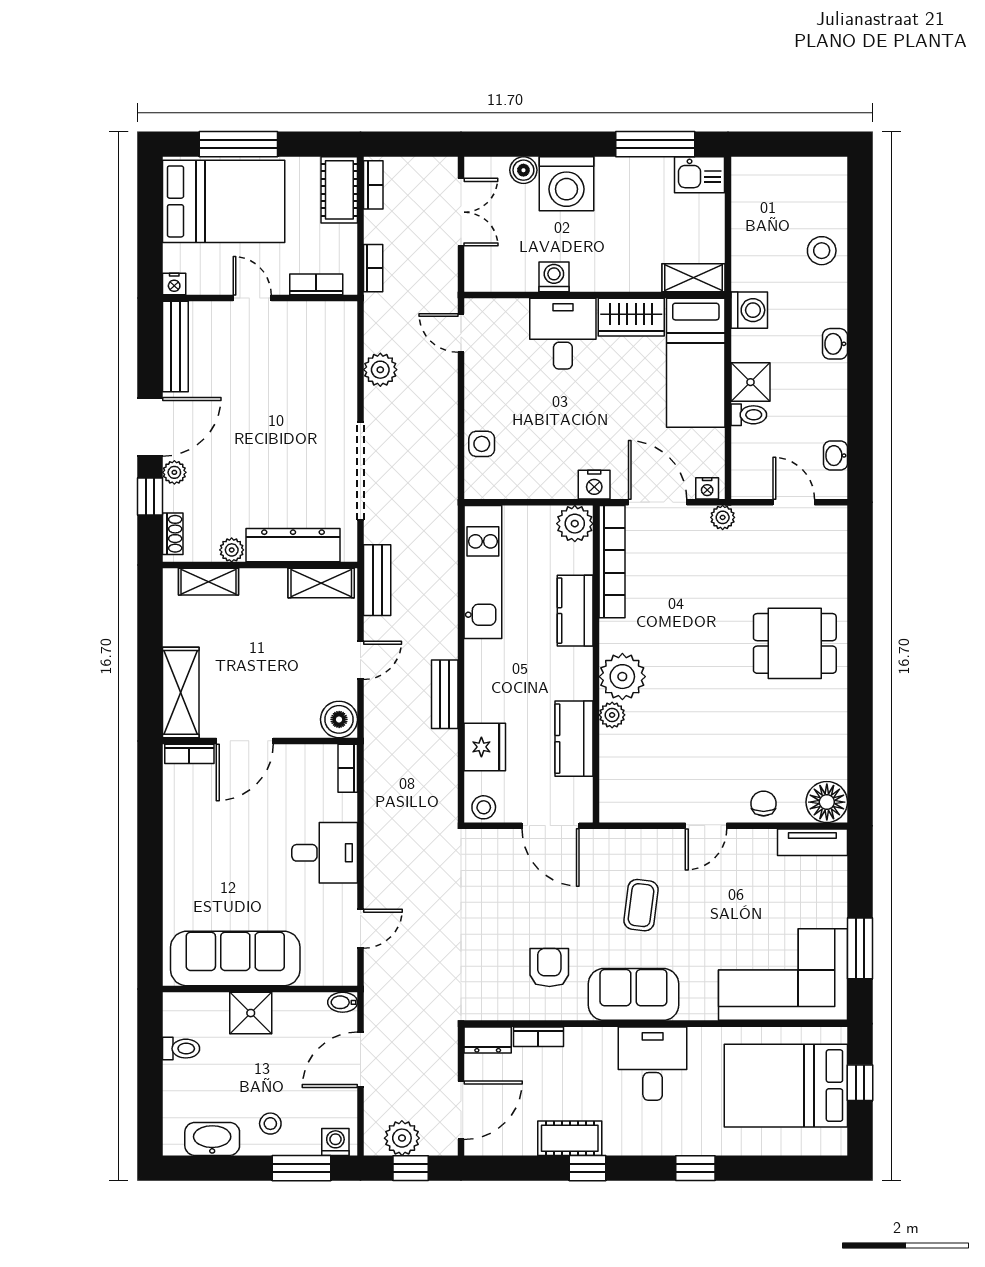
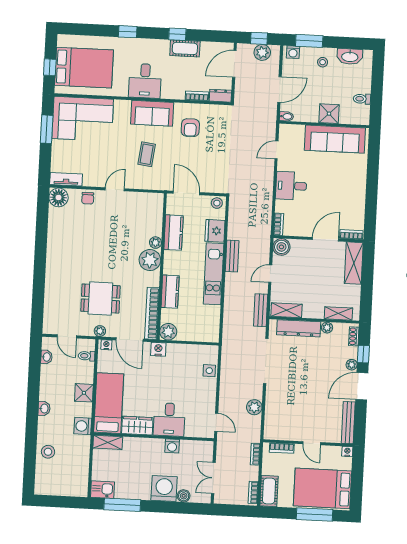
toilet: (749, 415) -> (87, 356), moved
kitchen unit: (483, 572) -> (214, 274), moved
dining table: (795, 643) -> (100, 299), moved

